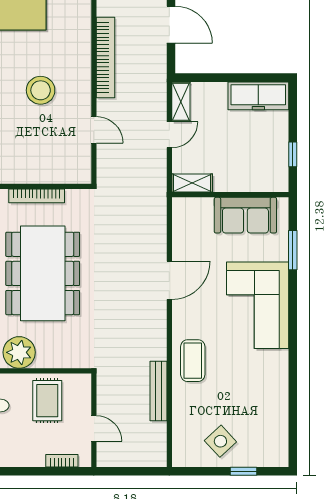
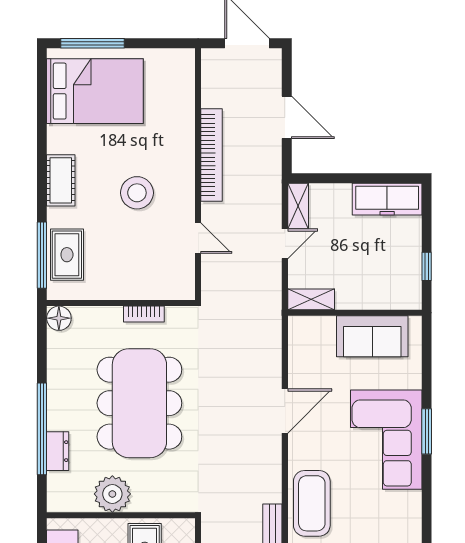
bookcase: (37, 196) -> (144, 314), width x0.64
window: (293, 250) -> (427, 431), moved
coffee table: (193, 361) -> (312, 503), width x1.36, depth x1.32

